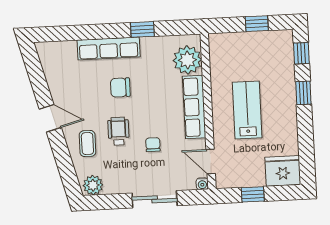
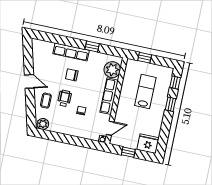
window: (257, 24) -> (145, 58), moved
lab bench: (247, 110) -> (145, 91), moved
door: (211, 162) -> (110, 128), swing flipped
sliding door: (155, 199) -> (74, 141), removed

